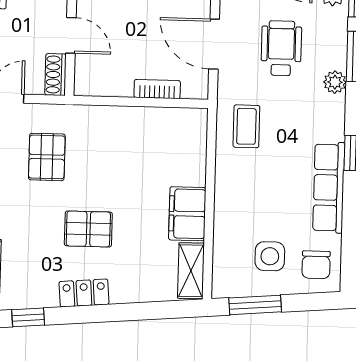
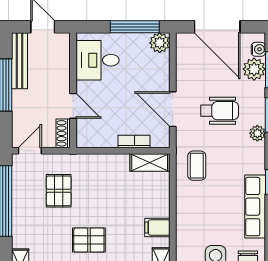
wheelchair: (281, 48) -> (219, 111), turned 90
shelving: (179, 120) -> (150, 163), added
filing cabinet: (187, 214) -> (157, 228), width x0.50

